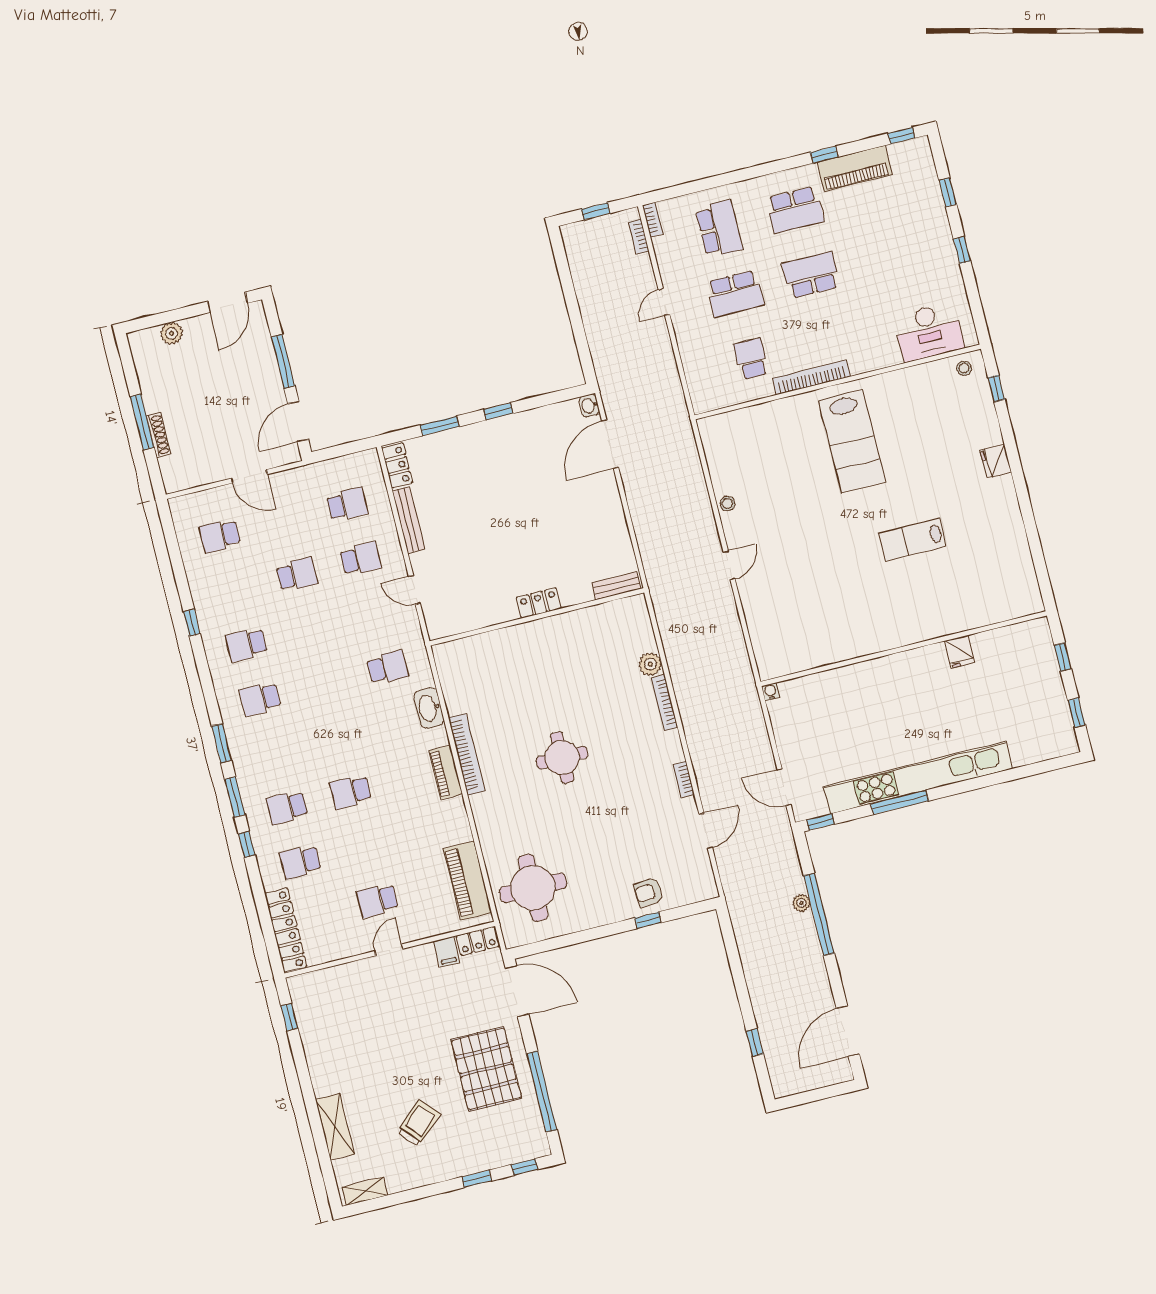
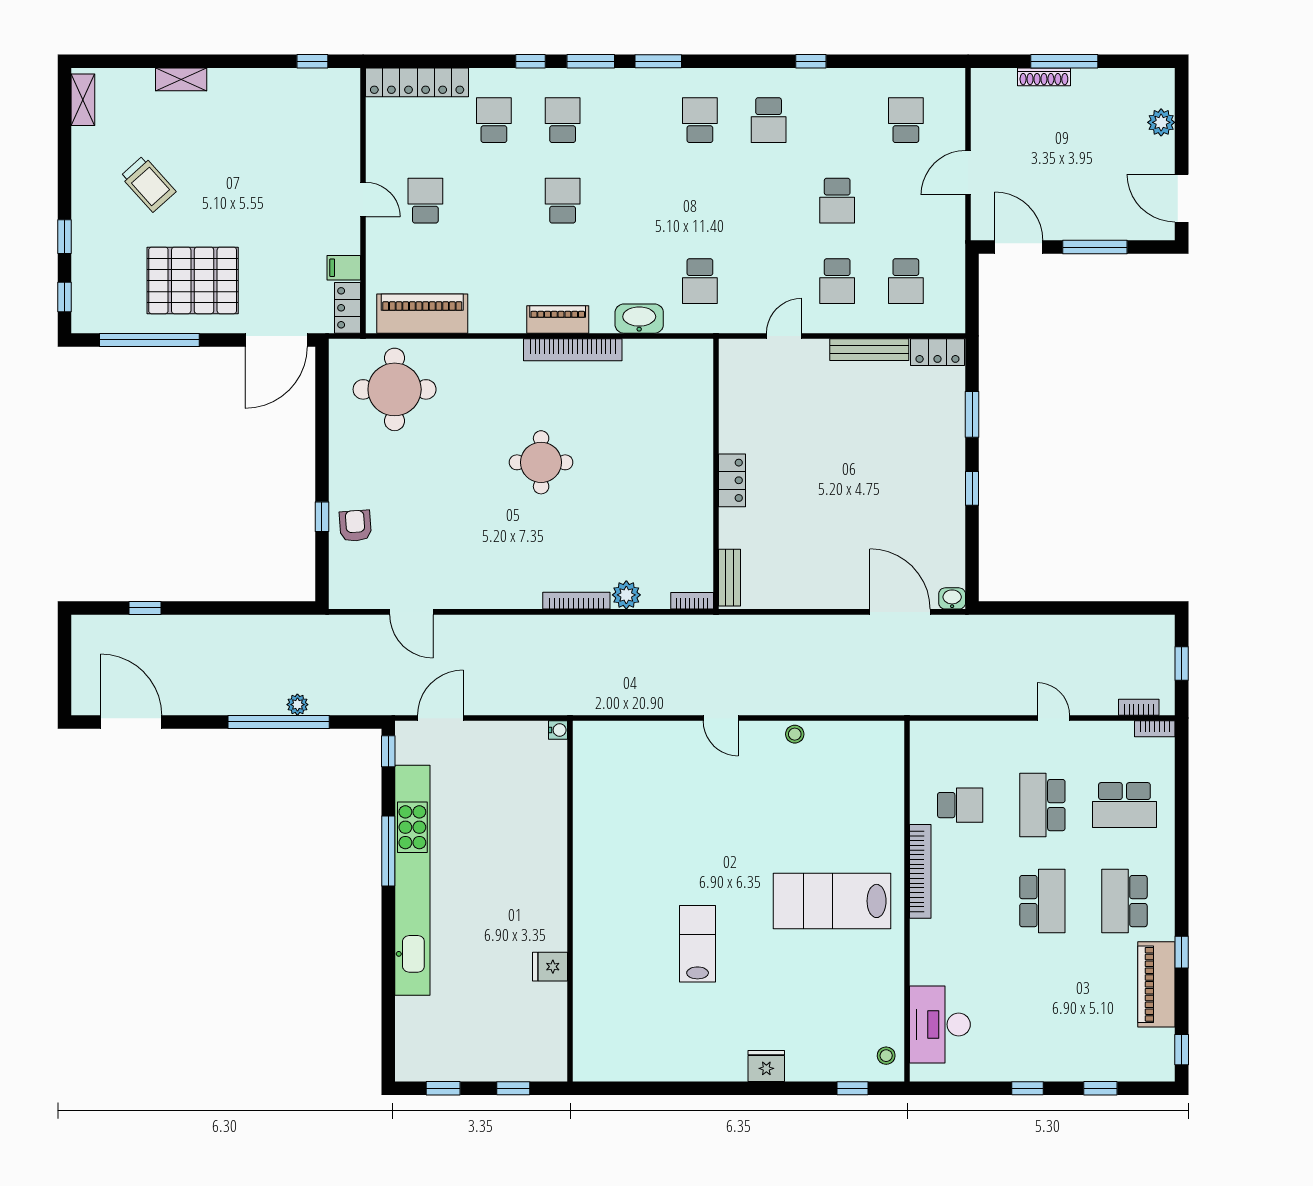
school desk: (247, 645) -> (769, 120), turned 180
bookcase: (684, 779) -> (692, 601), moved
shelving: (335, 1127) -> (181, 79), width x0.67, depth x0.75

